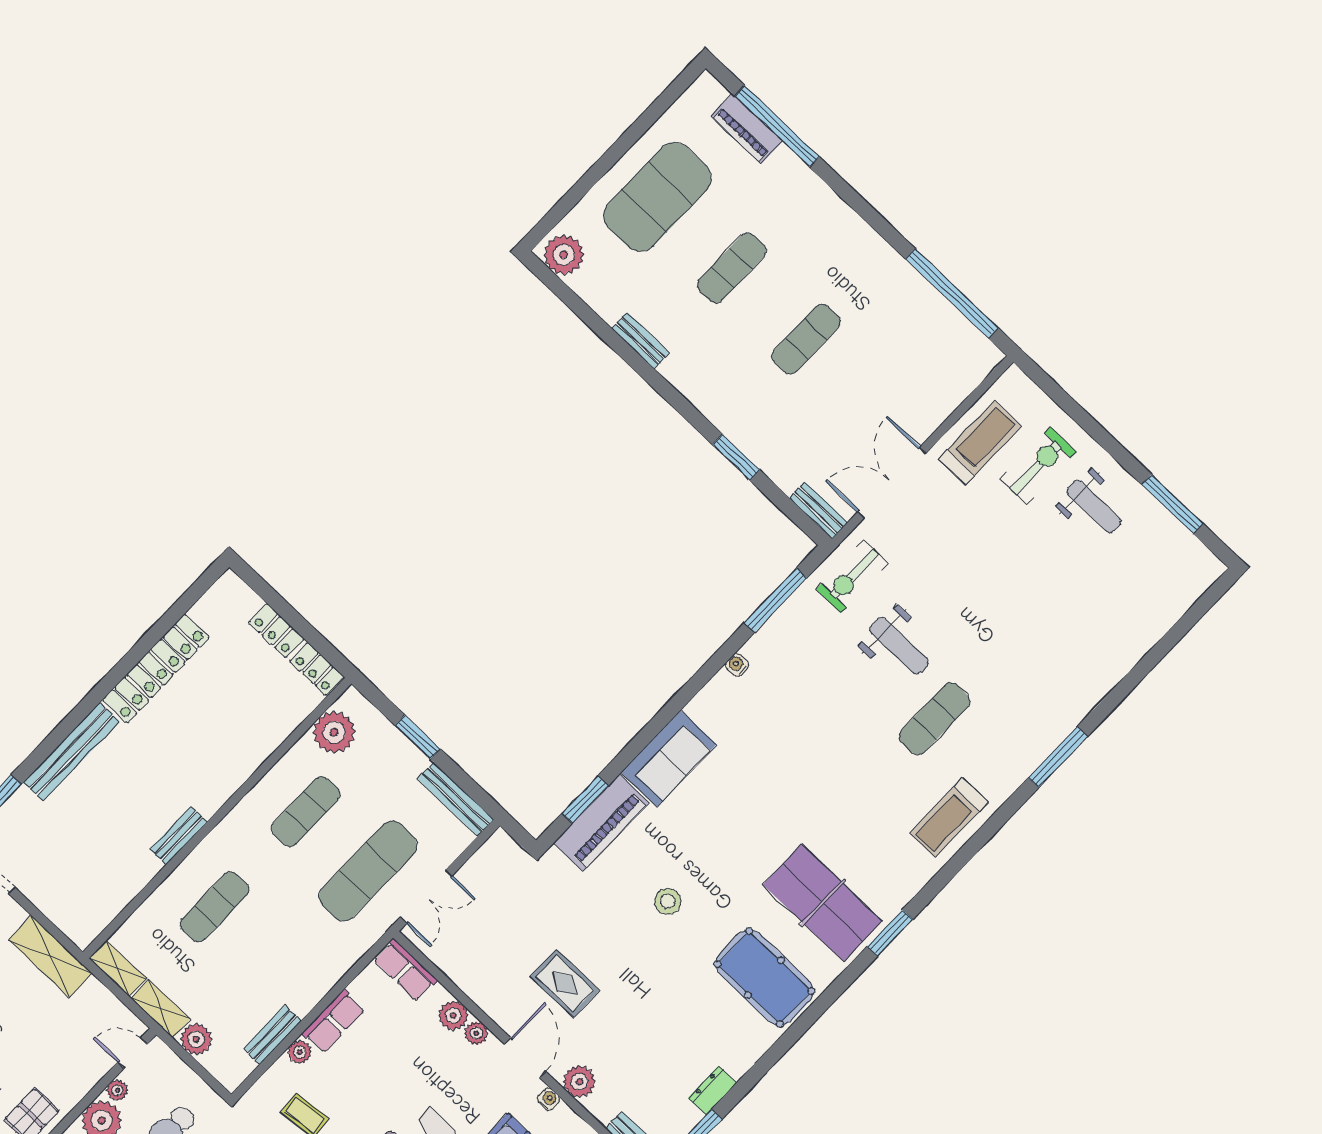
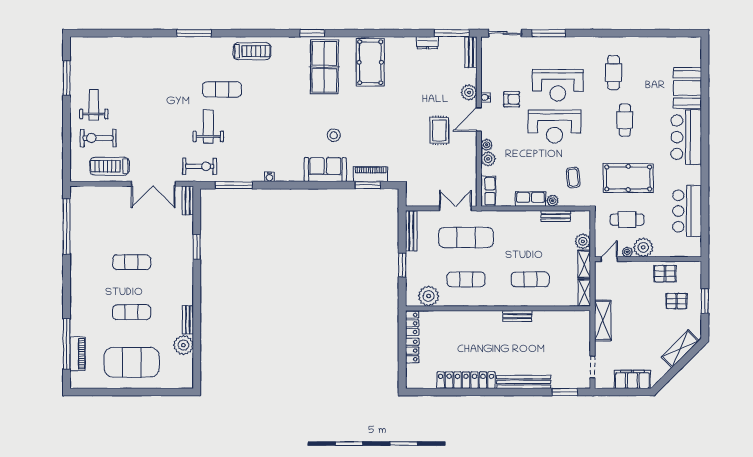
plant: (564, 255) -> (183, 345), moved
piano: (601, 823) -> (371, 174), width x0.73, depth x0.75
stool: (668, 901) -> (334, 135), moved
door: (132, 1053) -> (609, 259), swing flipped

